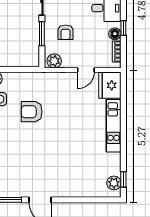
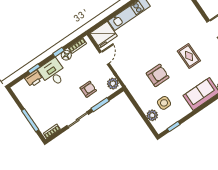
door: (86, 70) -> (104, 58), hinge flipped
armchair: (32, 112) -> (158, 75), turned -90
rug: (30, 157) -> (189, 56), added

